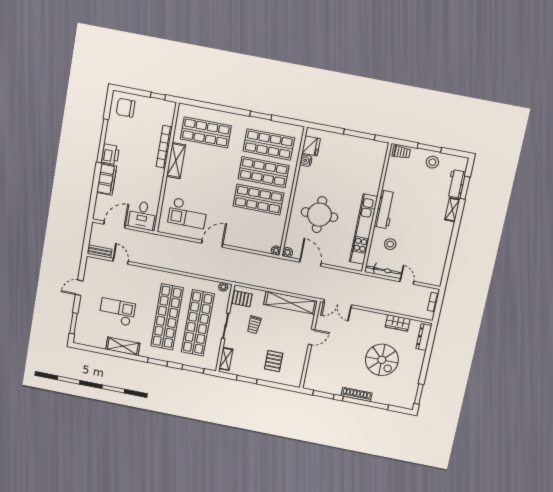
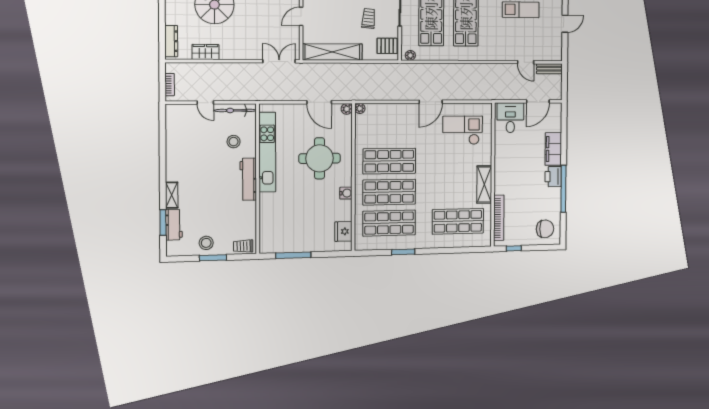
bookcase: (164, 147) -> (499, 218), moved
water cooler: (306, 161) -> (346, 193), moved

